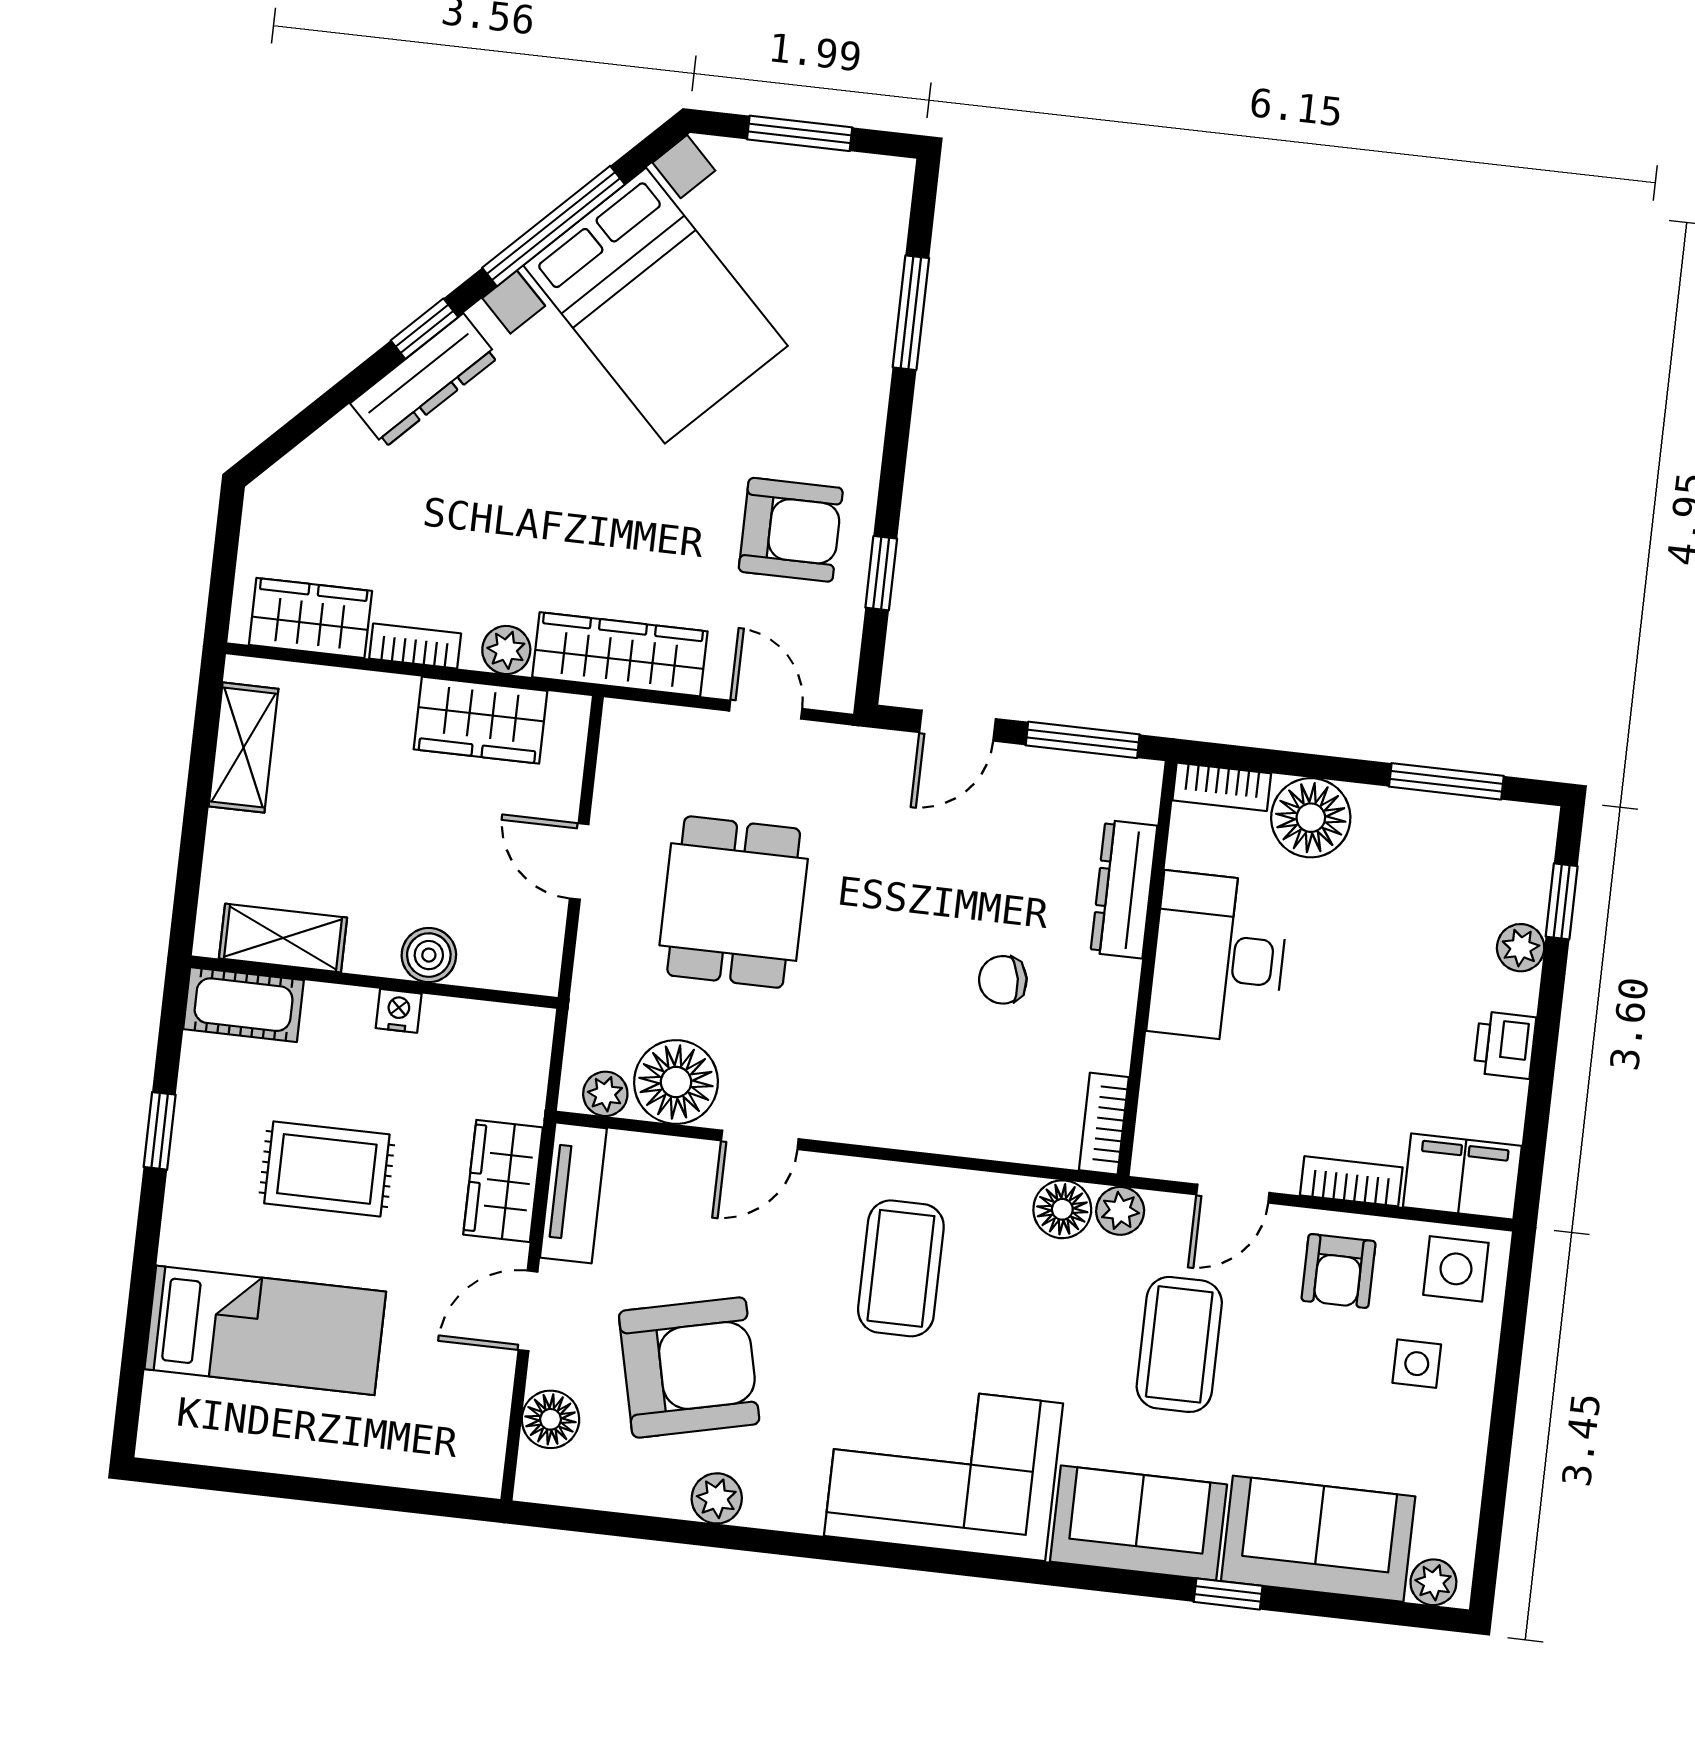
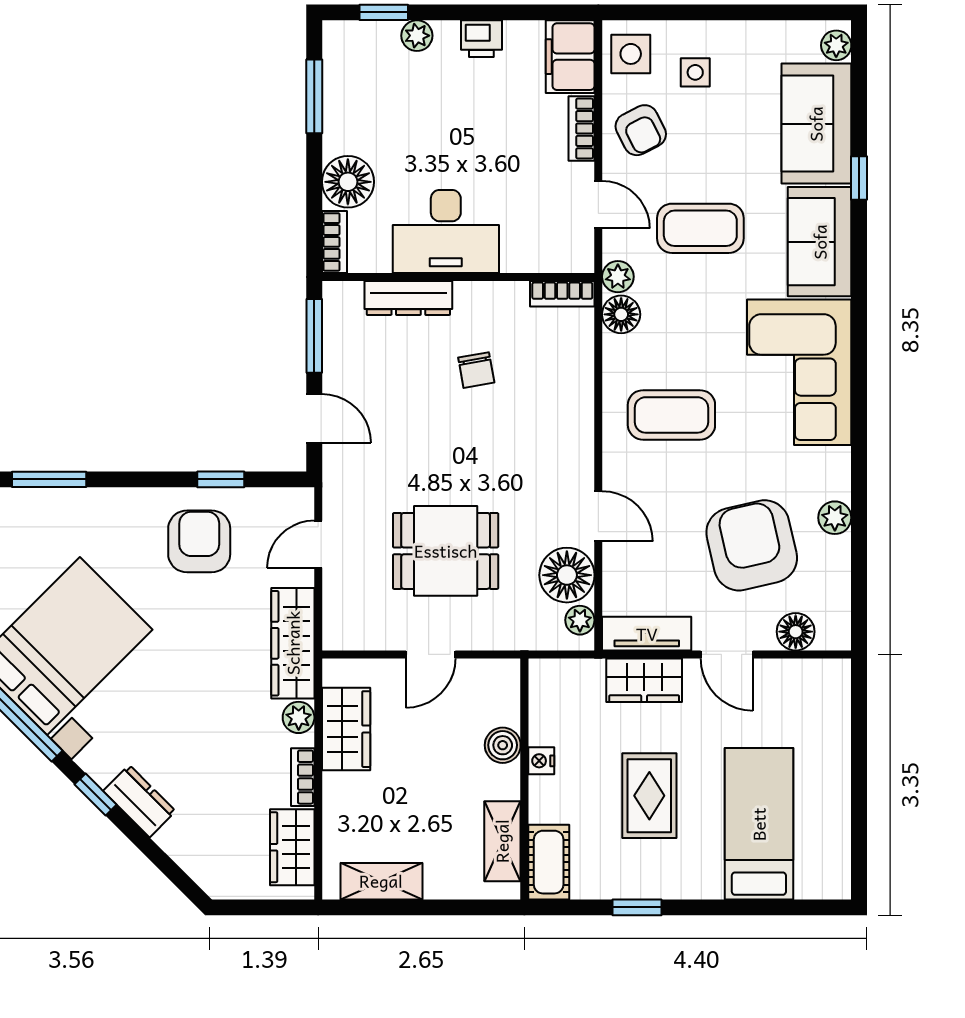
dresser: (424, 380) -> (139, 801), width x0.70
armchair: (1338, 1271) -> (641, 130), turned 63

